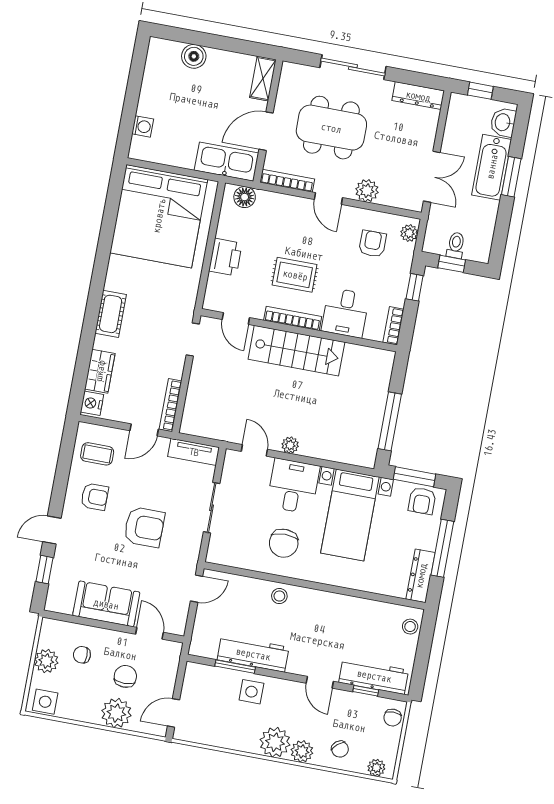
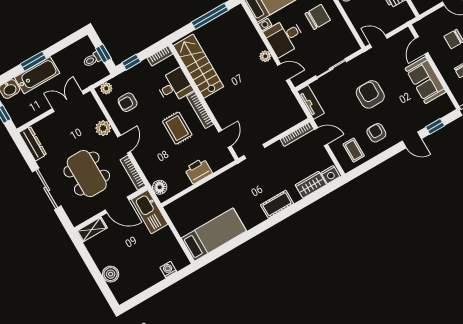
bed: (159, 216) -> (214, 235), width x0.49
stairs: (296, 351) -> (198, 66), moved
door: (254, 450) -> (283, 72), swing flipped

